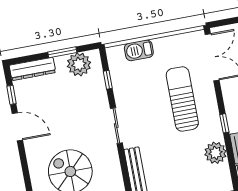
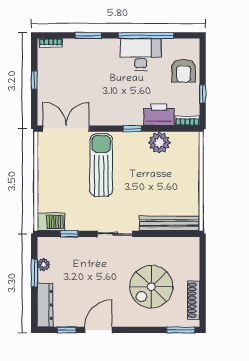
barbecue: (139, 50) -> (51, 222), moved, turned -90
plant: (79, 64) -> (44, 265), width x0.53, depth x0.53
sun lounger: (182, 99) -> (101, 165), turned 90

